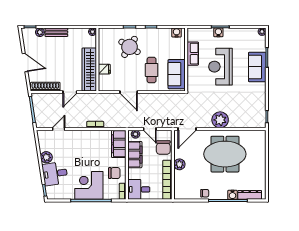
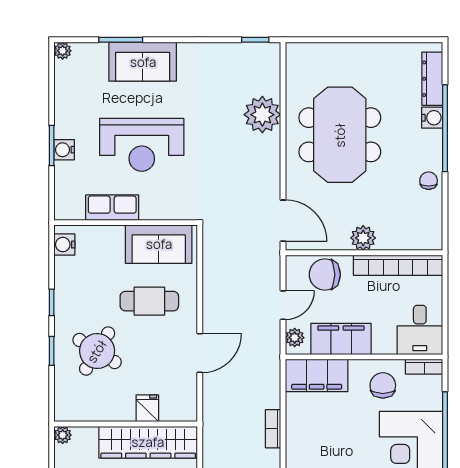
plant: (220, 120) -> (262, 115), moved
chair: (163, 147) -> (325, 275), turned 180

